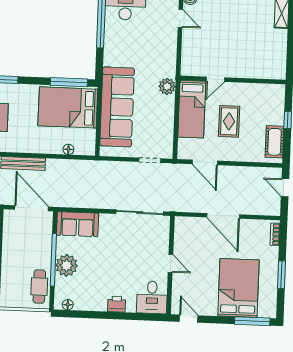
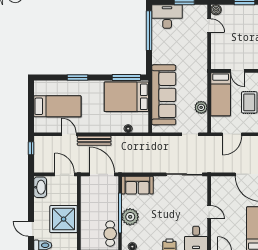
door: (215, 79) -> (238, 71), hinge flipped
plant: (167, 86) -> (201, 107), moved
door: (205, 162) -> (232, 134), hinge flipped

